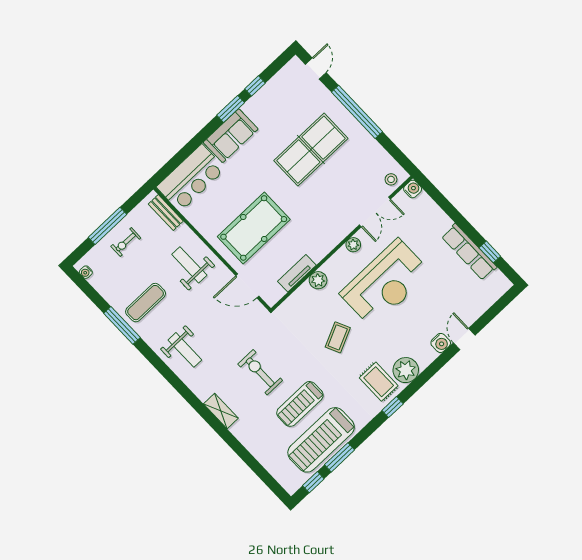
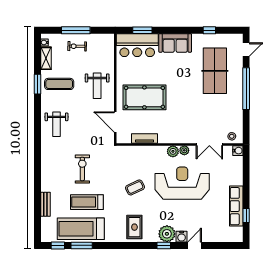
window: (231, 109) -> (142, 30), moved
table tennis table: (311, 150) -> (215, 71), moved, turned 90
bench: (166, 213) -> (45, 204), moved
weight bench: (189, 265) -> (97, 86), turned 180
plant: (318, 280) -> (173, 151), moved
reception desk: (385, 283) -> (182, 183), turned 180
window: (122, 325) -> (38, 84), width x0.69
plant: (406, 370) -> (167, 234), moved
window: (393, 407) -> (164, 245), moved
shelving: (221, 411) -> (46, 58), moved

